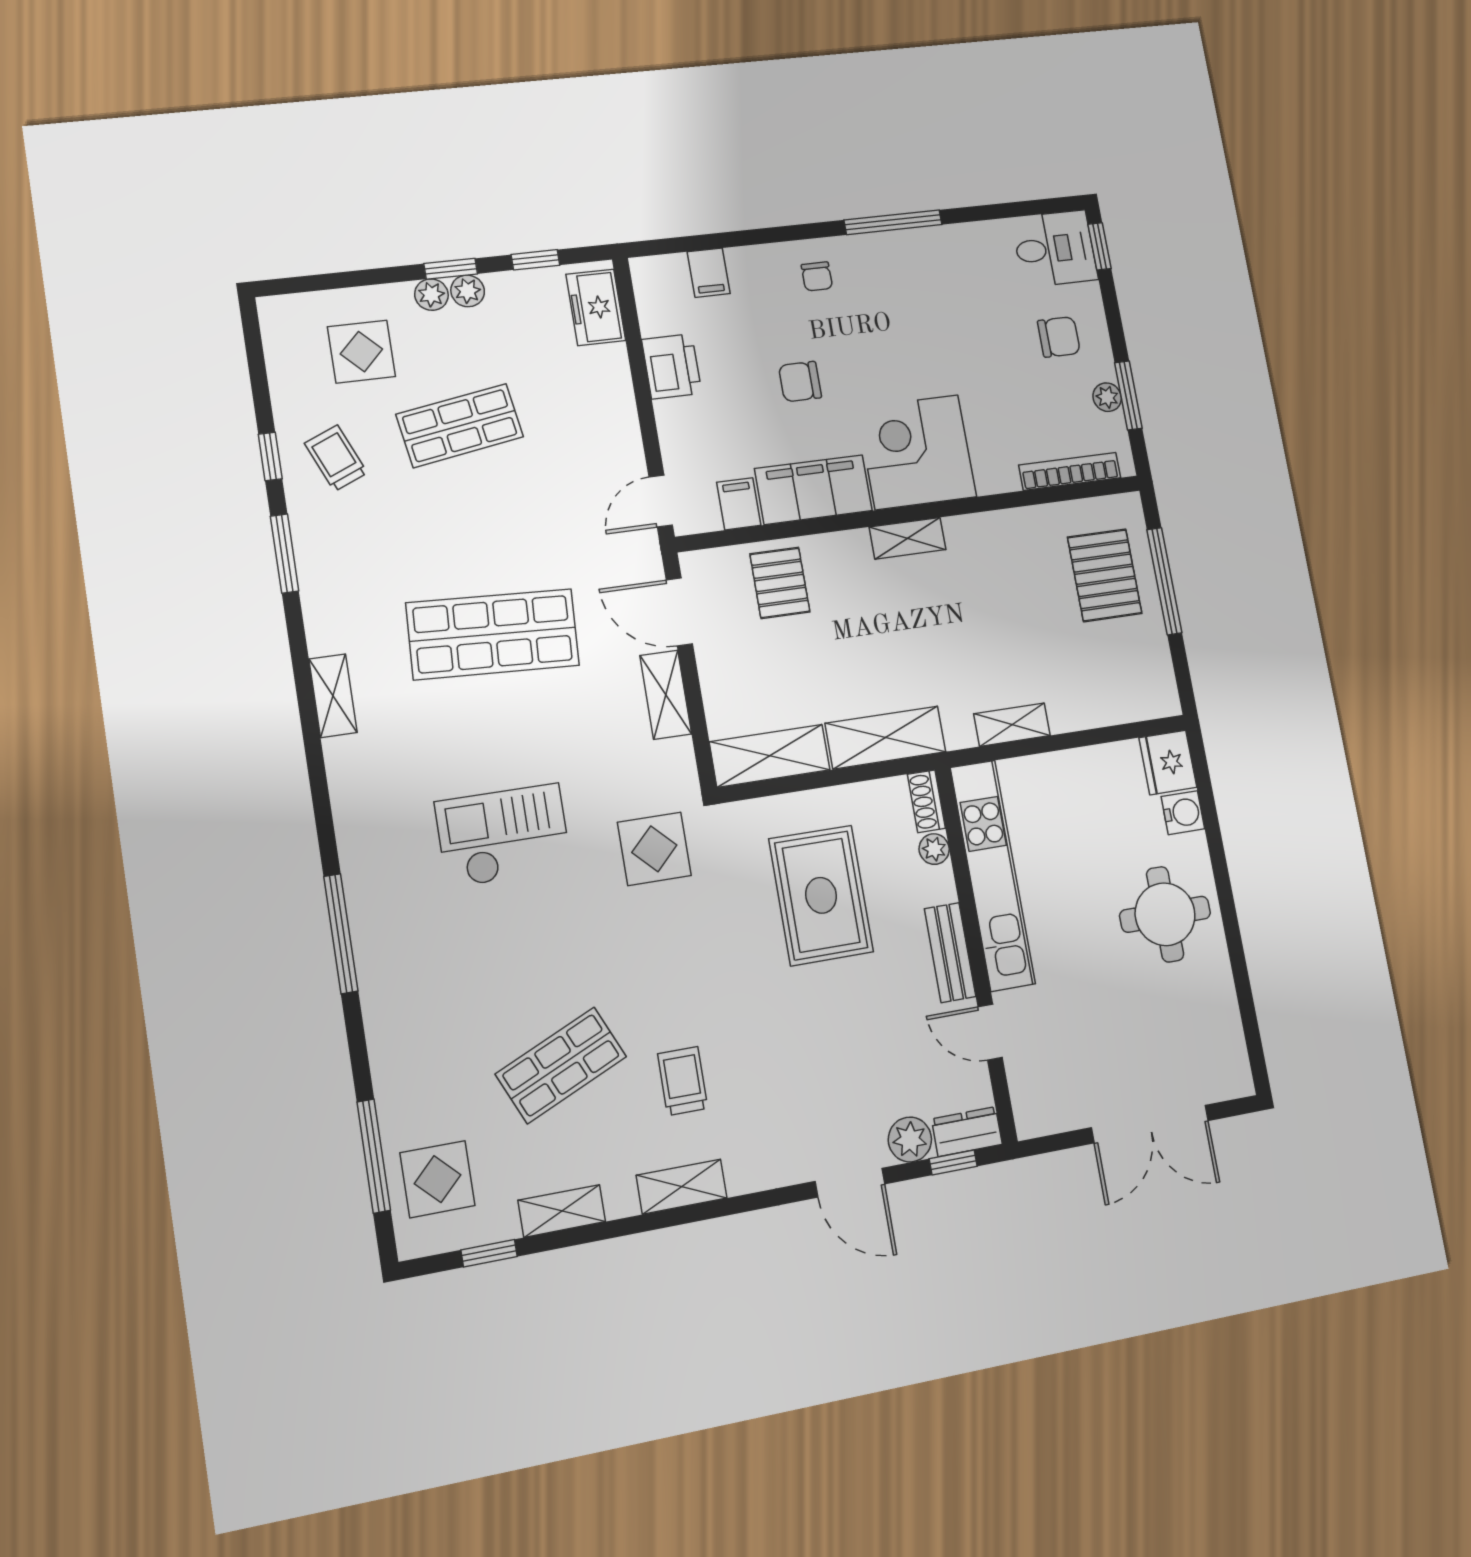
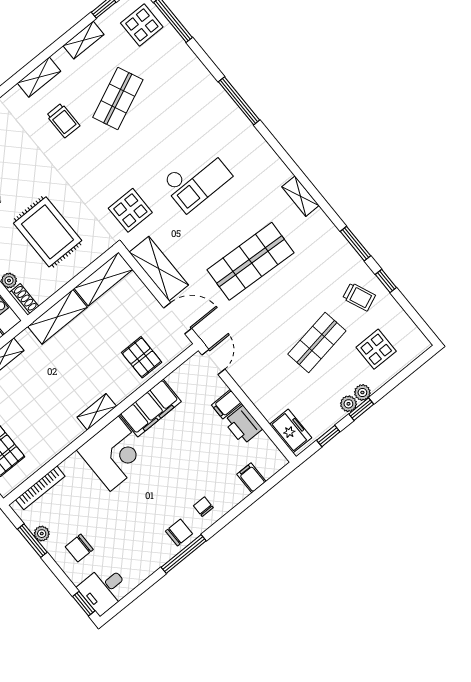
chair: (800, 382) -> (179, 532), moved
filing cabinet: (739, 504) -> (227, 404), moved, turned 90
shelving: (666, 695) -> (159, 269), width x1.50, depth x1.33

